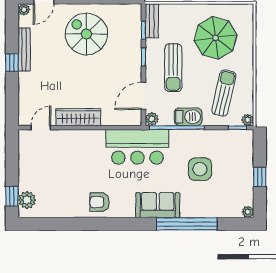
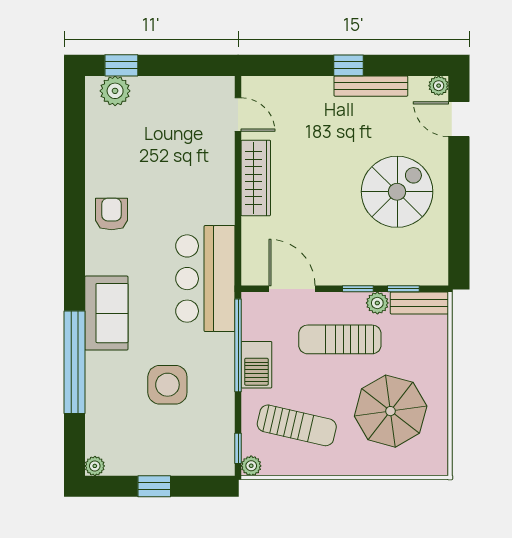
plant: (152, 119) -> (377, 303), moved

